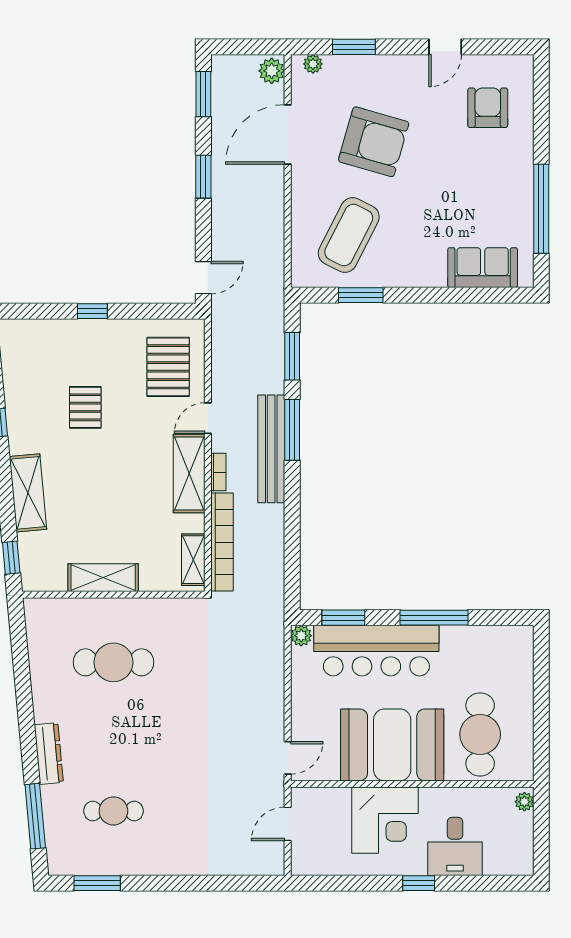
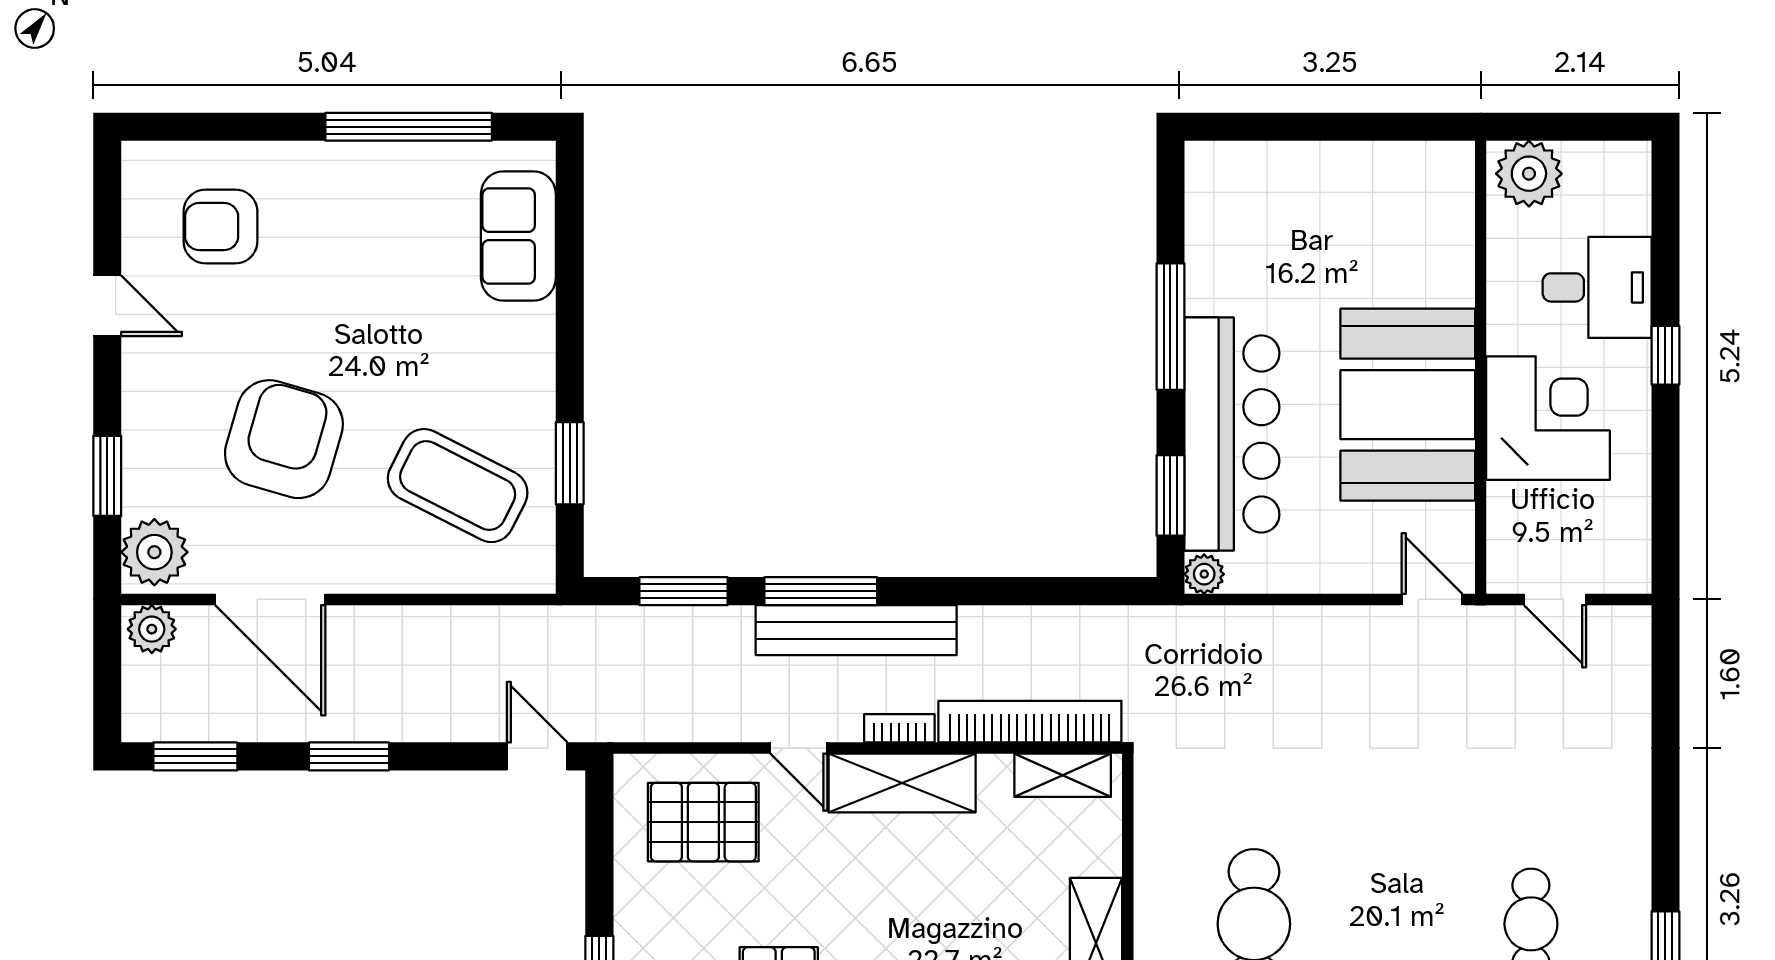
plant: (313, 64) -> (154, 552), width x1.88, depth x1.88
cafe table: (480, 734) -> (1388, 241), removed
plant: (524, 802) -> (1529, 174), width x1.88, depth x1.88

